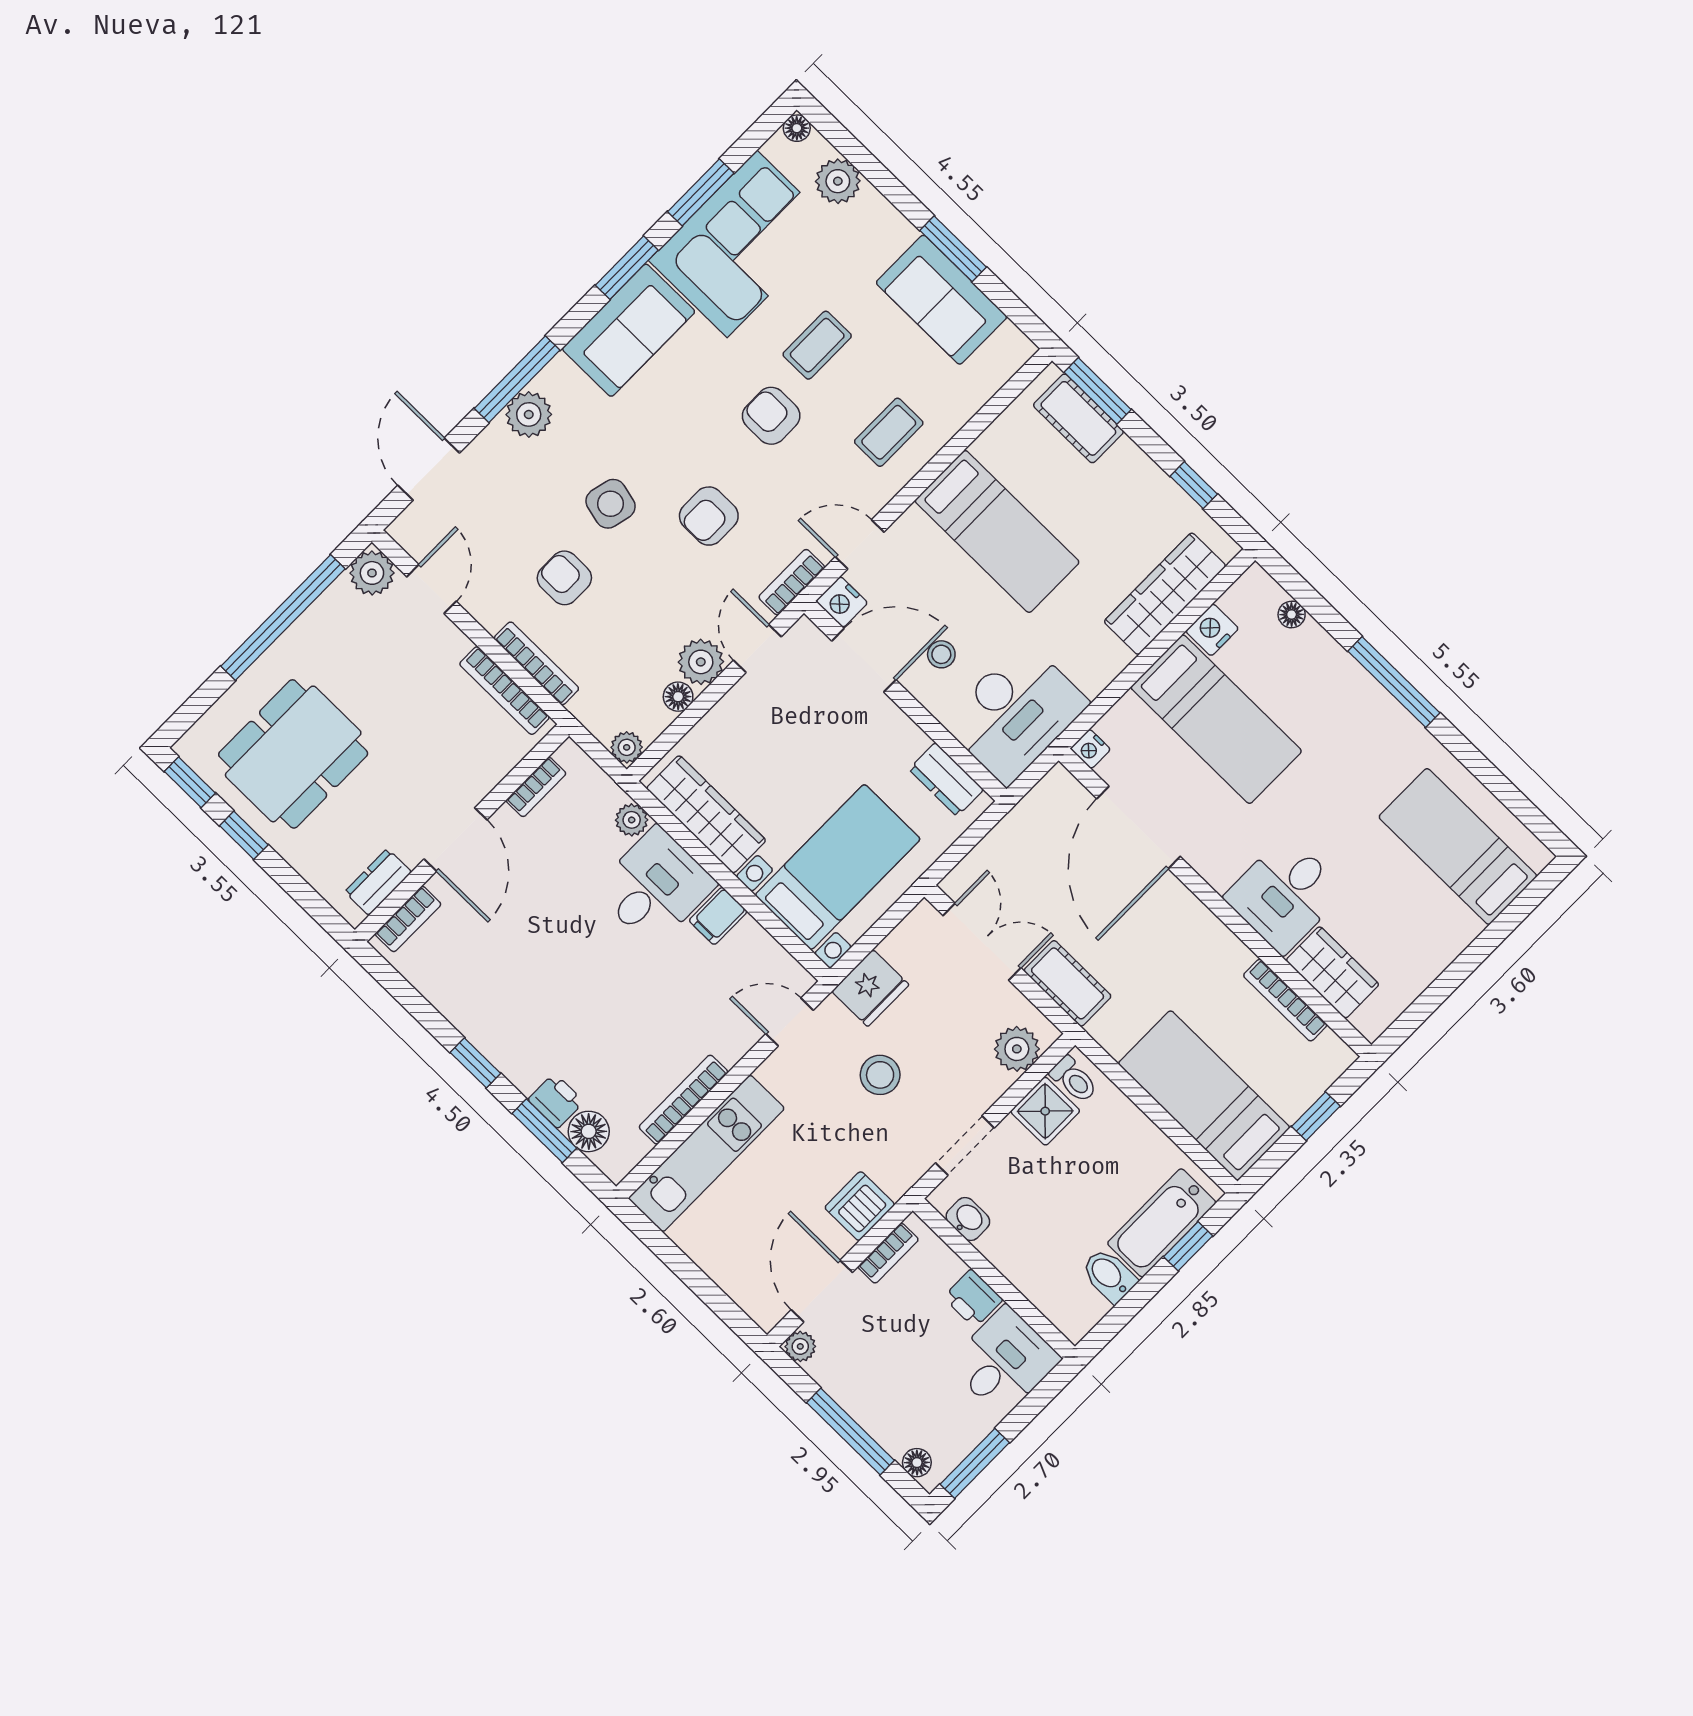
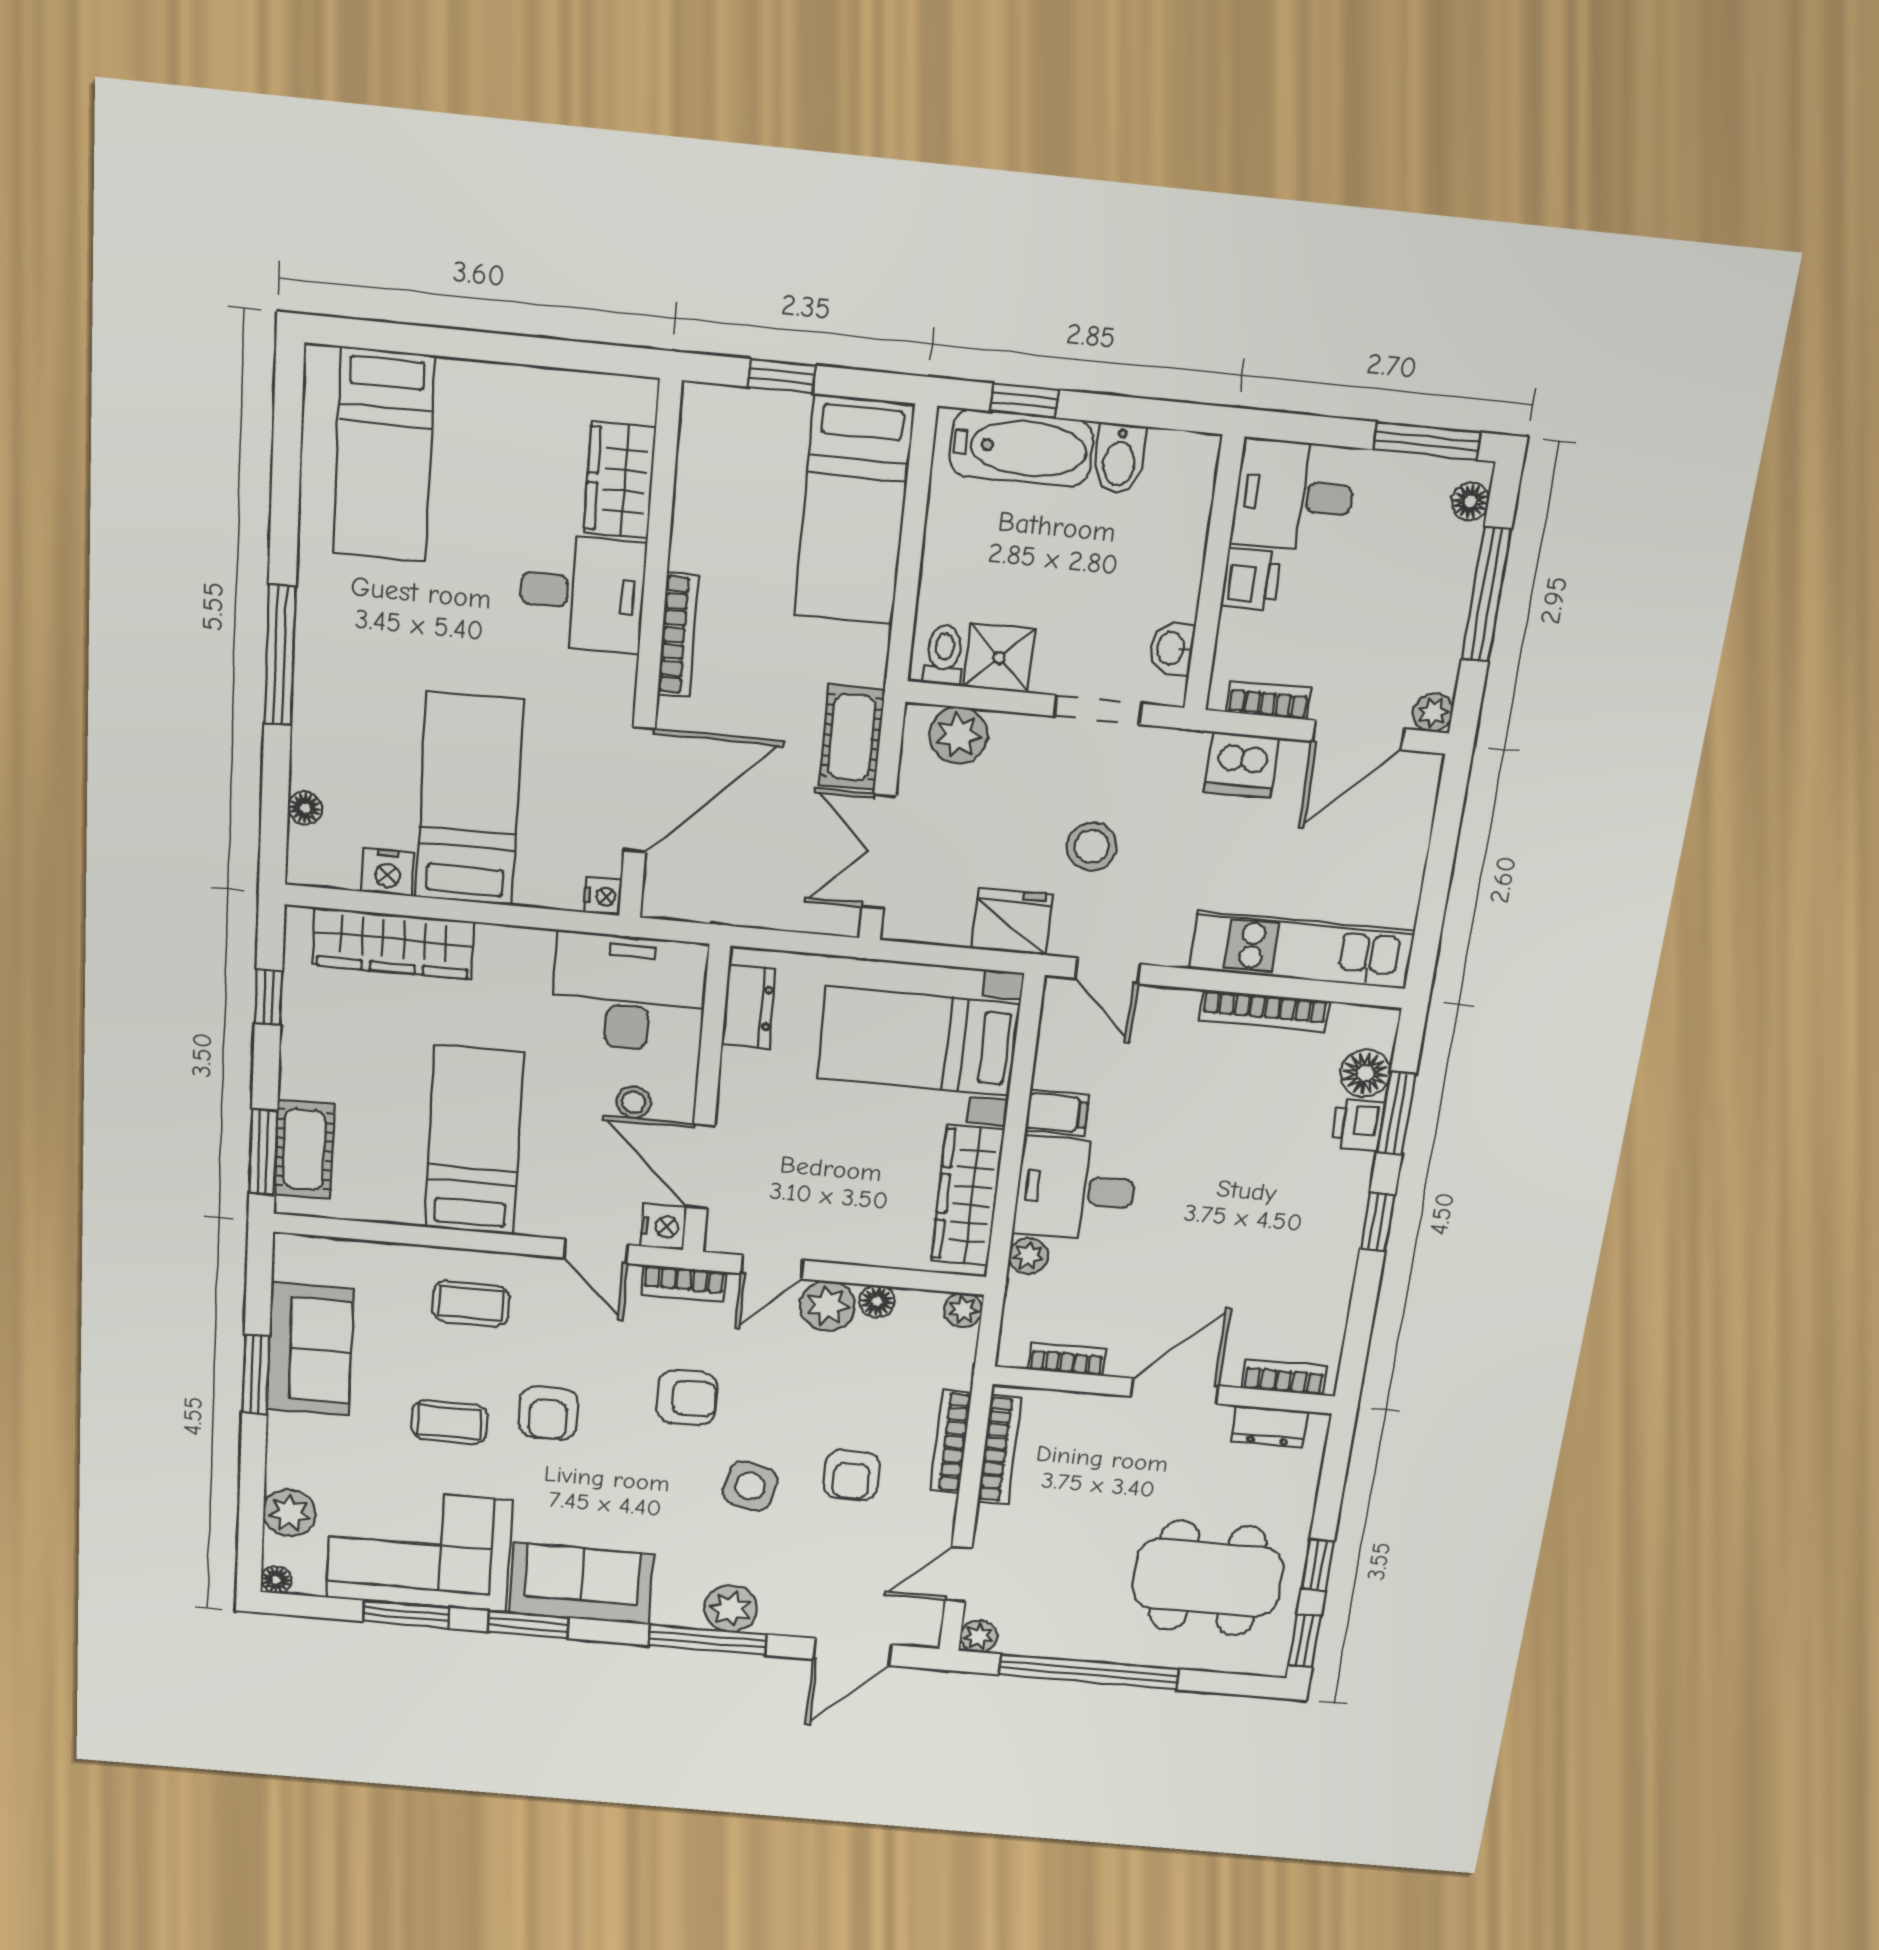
plant: (372, 573) -> (979, 1636), width x0.73, depth x0.73
bookcase: (1285, 1000) -> (678, 635), moved

